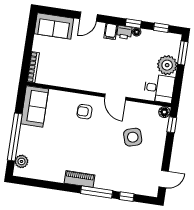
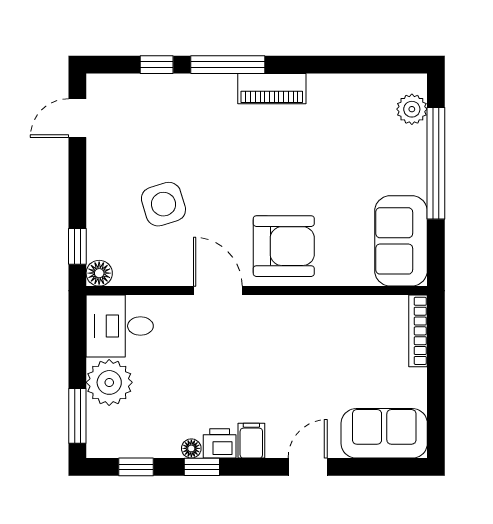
armchair: (84, 112) -> (284, 246), width x1.88, depth x1.88

